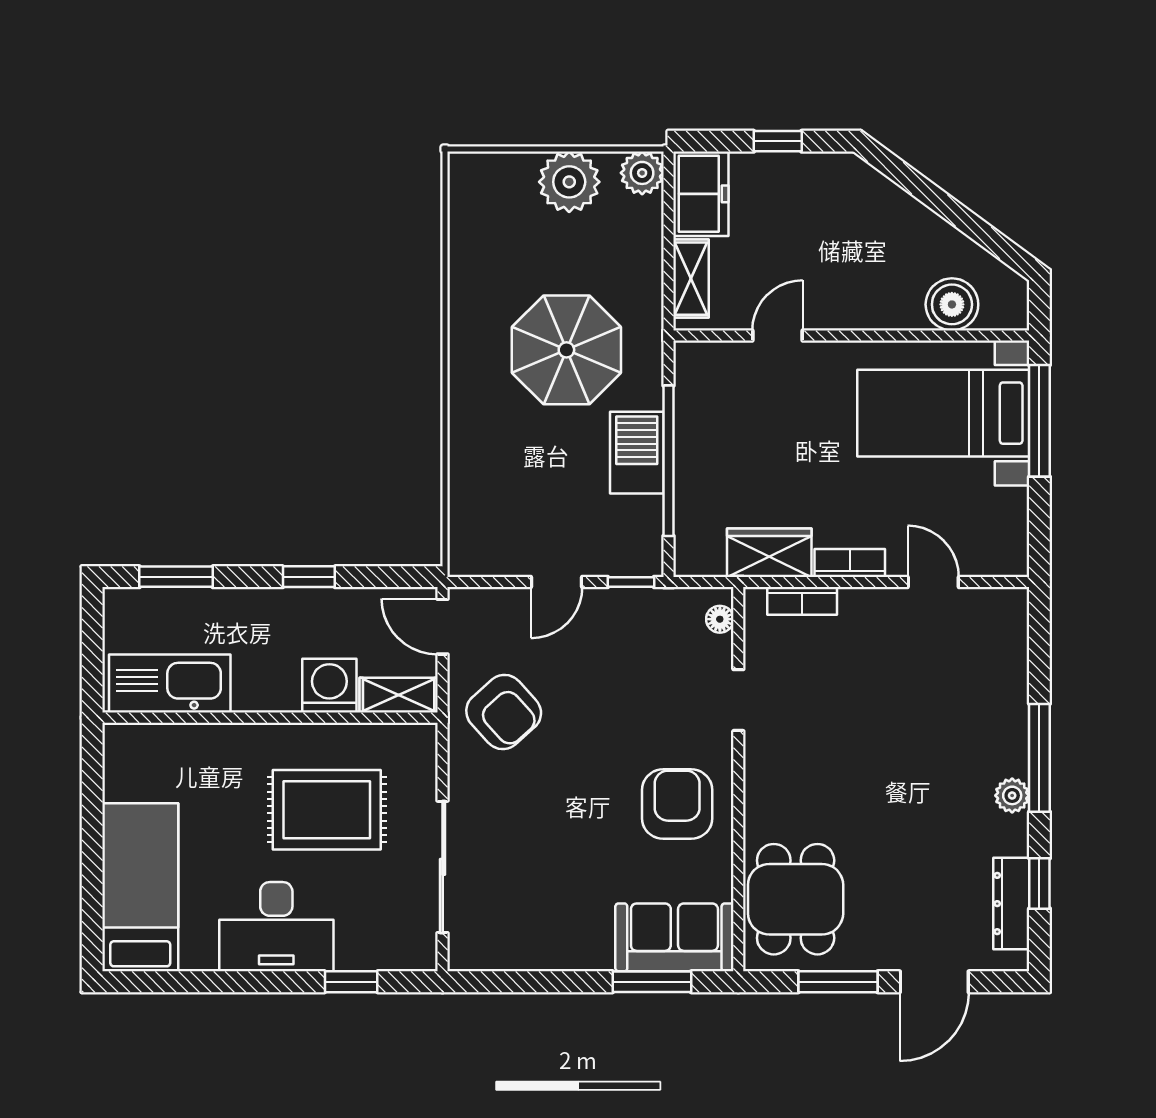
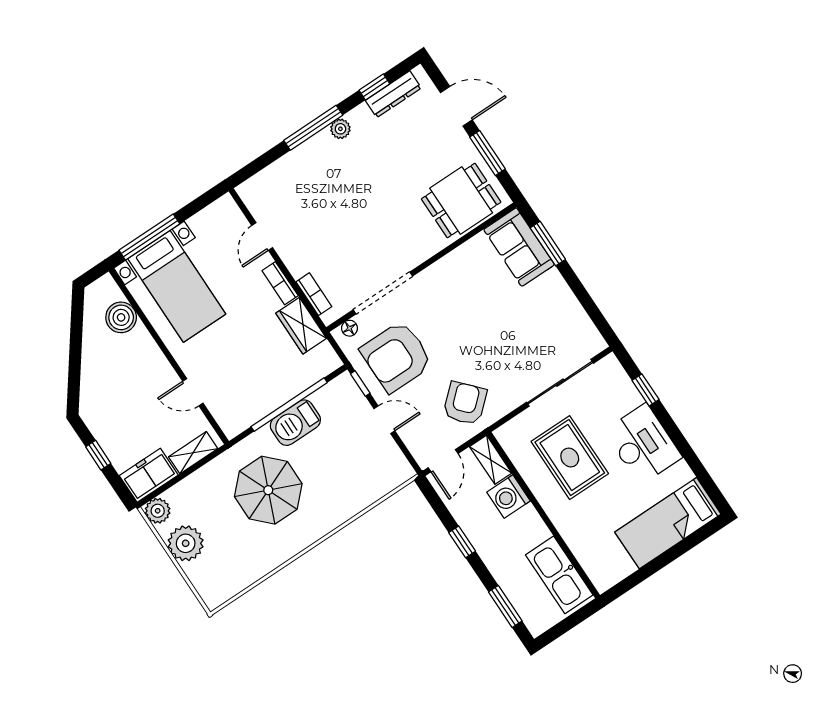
doorway: (738, 700) -> (383, 293), width x1.88
armchair: (677, 804) -> (397, 357), moved, width x1.36, depth x1.36

